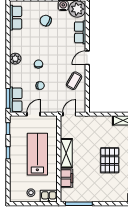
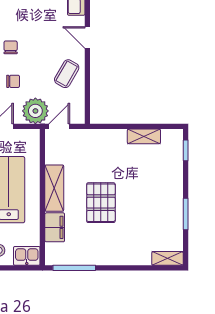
door: (87, 58) -> (87, 38), hinge flipped
plant: (54, 104) -> (35, 111), added
pallet: (110, 160) -> (101, 203), moved

